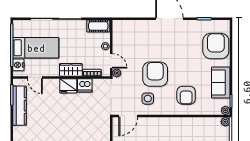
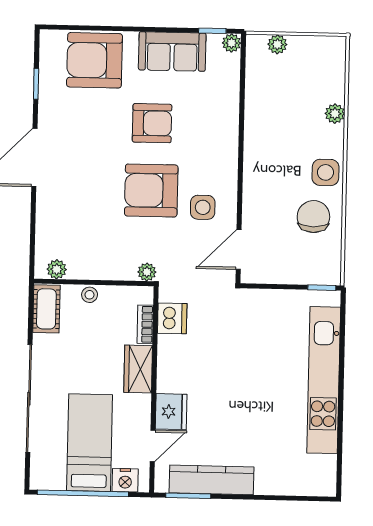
plant: (117, 30) -> (57, 269), added
door: (111, 61) -> (121, 283), removed
dishwasher: (85, 85) -> (172, 318), moved
fridge: (68, 86) -> (171, 412), moved
armchair: (186, 95) -> (152, 123), moved
door: (128, 116) -> (239, 250), swing flipped
plant: (225, 122) -> (277, 44), moved

